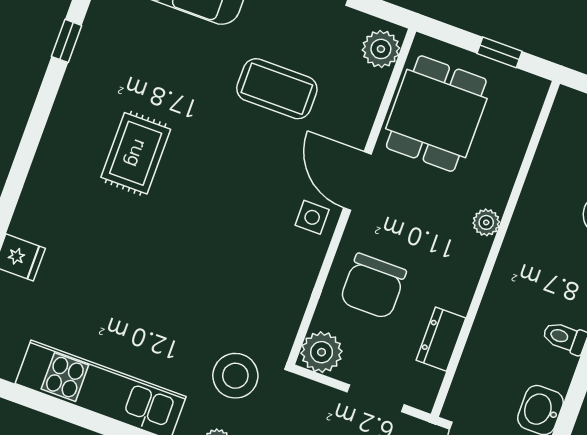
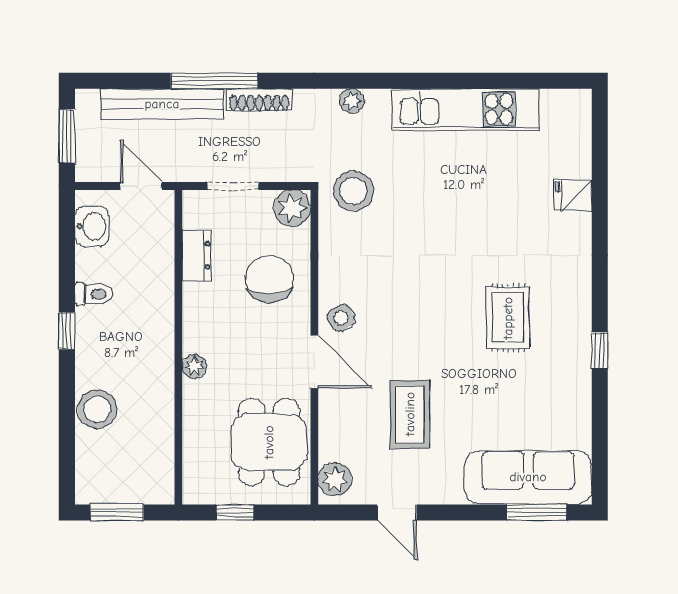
window: (67, 41) -> (600, 350), moved
coffee table: (277, 89) -> (410, 414), turned 90
side table: (312, 217) -> (341, 318), turned -31
stool: (235, 376) -> (354, 191), moved

